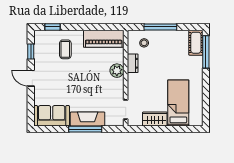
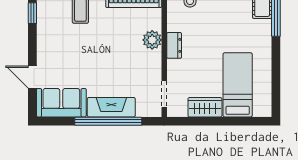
dresser: (133, 63) -> (174, 45), moved
door: (31, 78) -> (32, 77), moved
window: (85, 129) -> (108, 121), width x1.46

